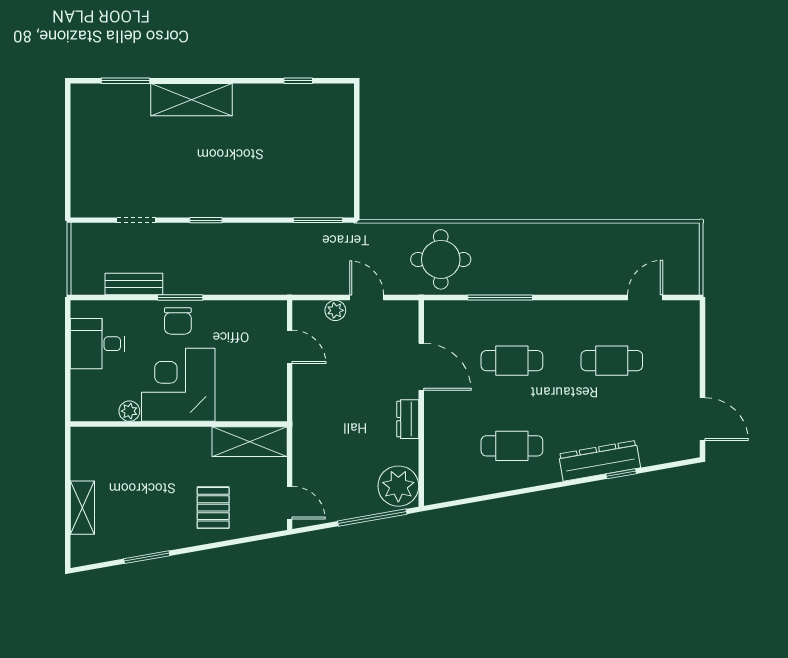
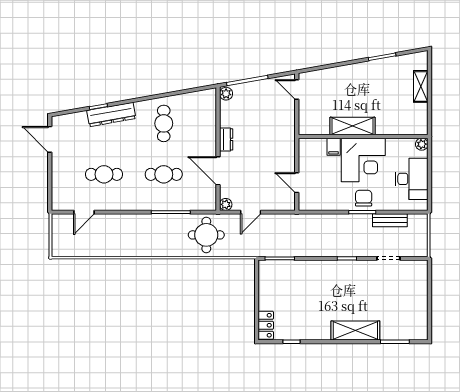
locker: (341, 108) -> (266, 325), added
door: (367, 298) -> (251, 212), hinge flipped
plant: (335, 310) -> (226, 204), moved
desk: (98, 344) -> (412, 179), width x1.37
filing cabinet: (228, 407) -> (334, 147), added
plant: (129, 411) -> (422, 144), moved
shelving: (250, 442) -> (352, 126), moved
cafe table: (512, 446) -> (164, 123), turned 90
plant: (398, 486) -> (226, 94), width x0.53, depth x0.53
pallet: (213, 508) -> (343, 86), removed

